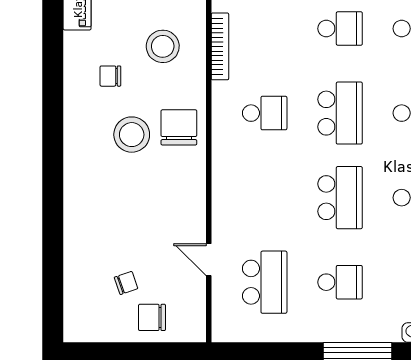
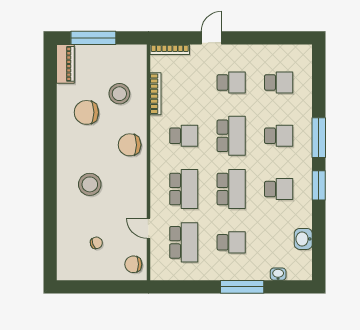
chair: (110, 76) -> (86, 112), width x1.87, depth x1.87
chair: (179, 127) -> (130, 145), turned -90
stool: (132, 135) -> (90, 184), moved
school desk: (265, 198) -> (184, 189), added
chair: (152, 317) -> (133, 264), moved

